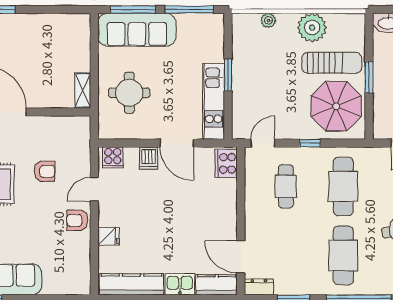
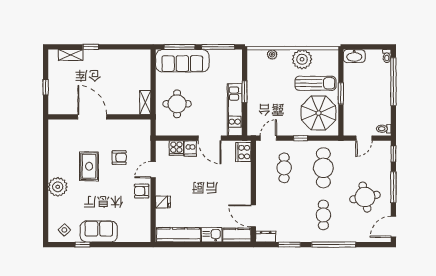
cooker: (113, 157) -> (176, 148), moved
cafe table: (343, 255) -> (323, 215), width x0.73, depth x0.74

